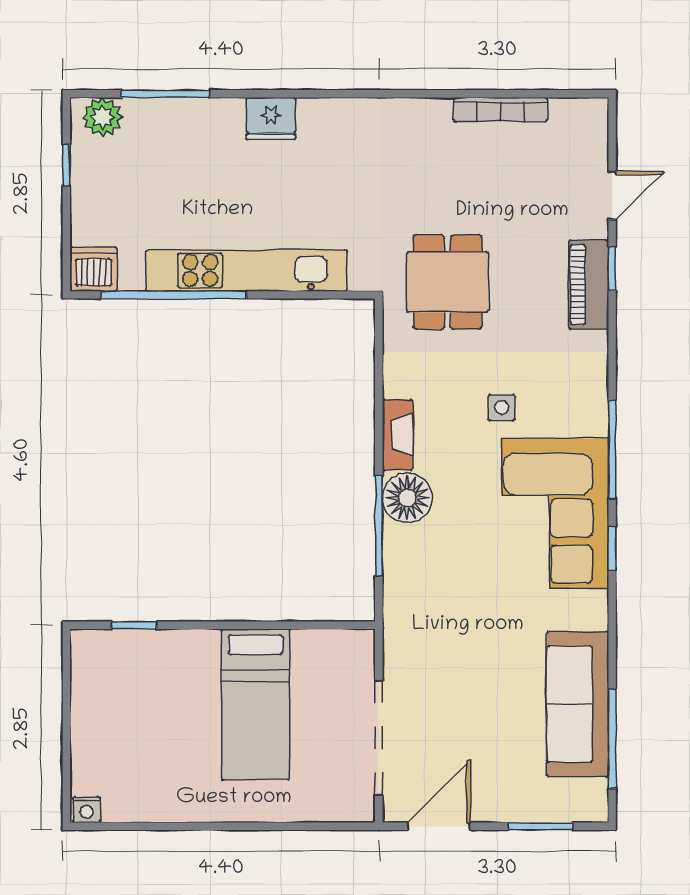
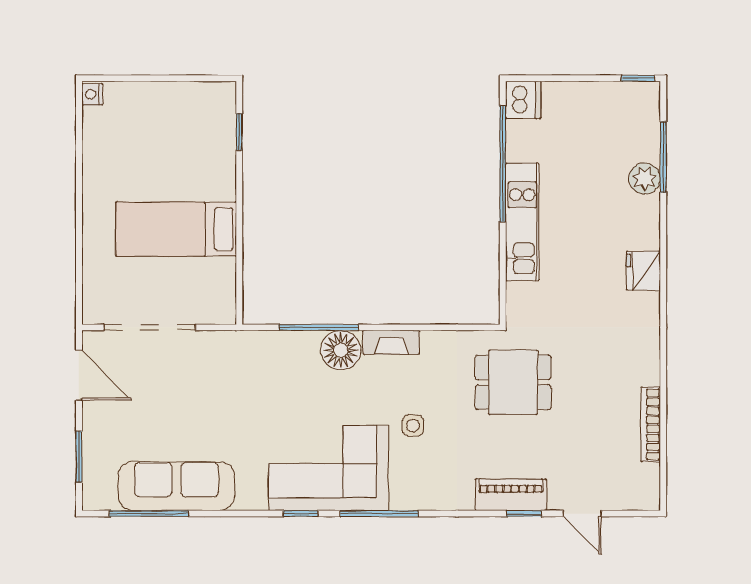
plant: (103, 117) -> (645, 179), moved
fridge: (271, 119) -> (643, 271), moved
window: (66, 165) -> (638, 78), moved
kitchen unit: (246, 270) -> (522, 222), width x0.73

